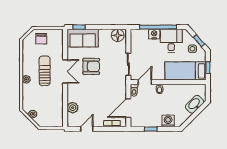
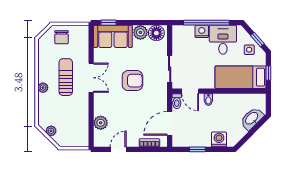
plant: (105, 35) -> (140, 32), added
armchair: (91, 66) -> (132, 81), moved
door: (145, 82) -> (190, 91), swing flipped

